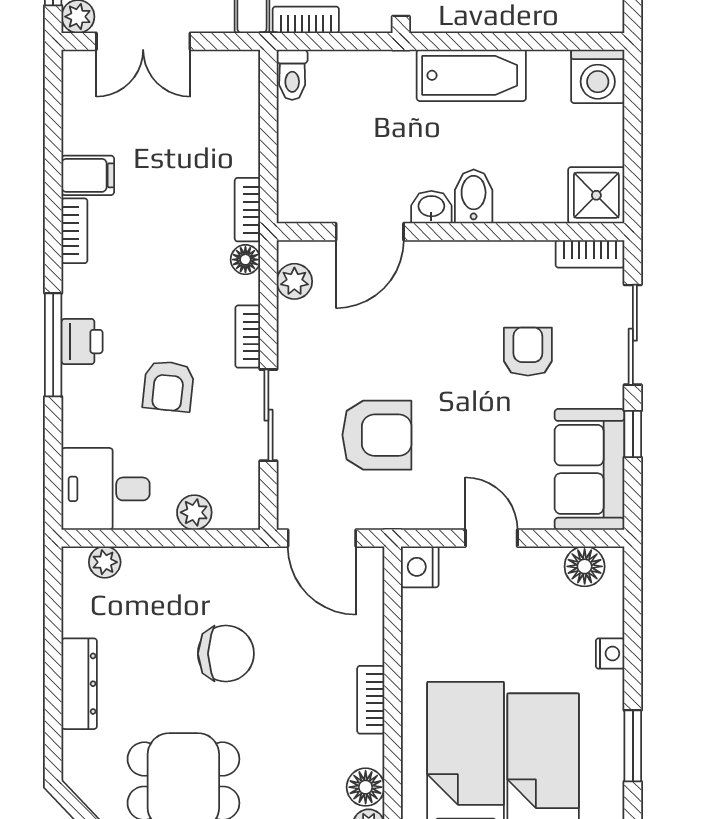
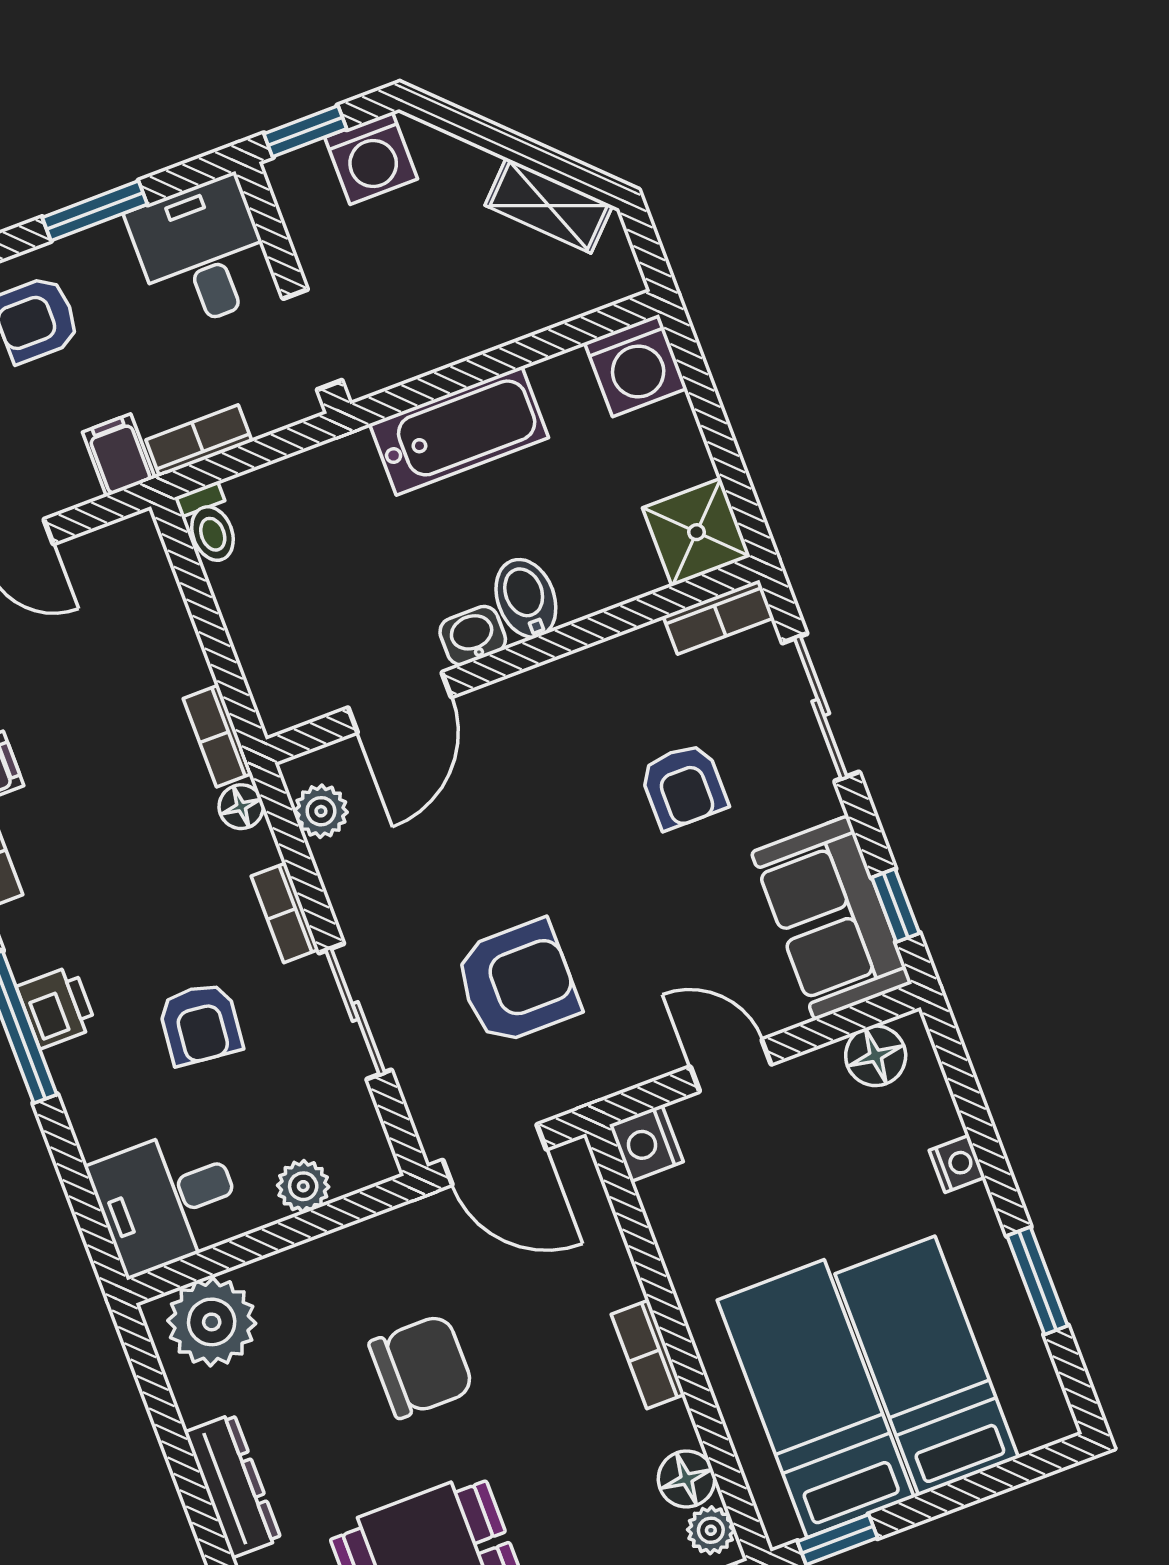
armchair: (528, 352) -> (683, 786), turned 180
window: (633, 434) -> (896, 905), moved
plant: (105, 562) -> (212, 1322), width x1.88, depth x1.88

